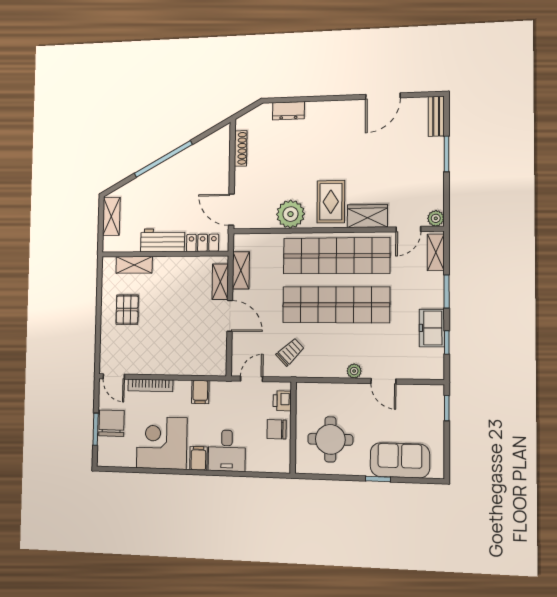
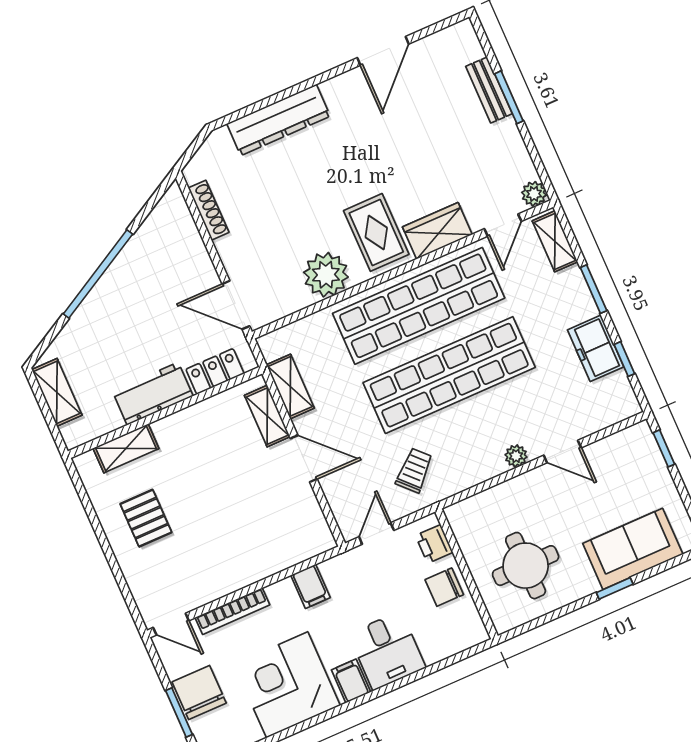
dresser: (288, 111) -> (279, 120), width x1.96, depth x1.24
bench: (436, 116) -> (489, 90), moved

